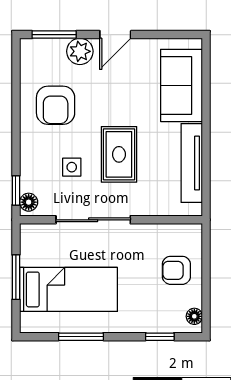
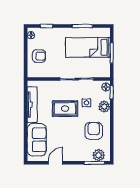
door: (115, 35) -> (56, 163), moved
plant: (80, 51) -> (99, 155), moved
rug: (119, 154) -> (65, 109), turned 90
plant: (32, 159) -> (104, 107), added

